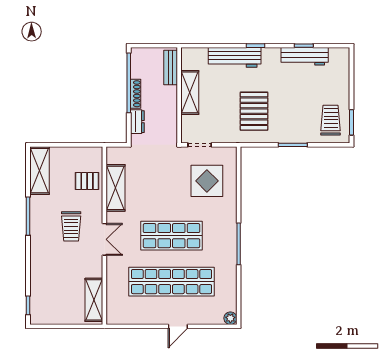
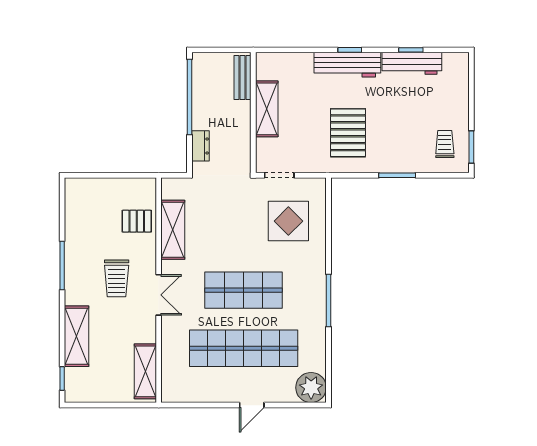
workbench: (235, 57) -> (347, 65), moved
shoe rack: (136, 94) -> (198, 111), removed
trolley: (331, 120) -> (445, 144), width x0.73, depth x0.72
shelving: (39, 171) -> (77, 336), moved
plant: (230, 318) -> (311, 388), width x1.88, depth x1.88

